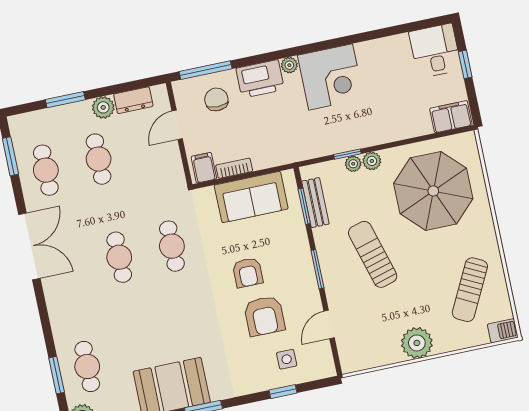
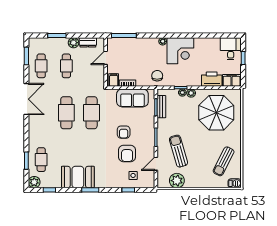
printer: (260, 79) -> (212, 79), moved, turned 180
chair: (216, 99) -> (157, 76), moved
cafe table: (172, 246) -> (92, 113), width x1.37, depth x1.35
sun lounger: (373, 254) -> (178, 151), moved
cafe table: (119, 257) -> (66, 113), width x1.37, depth x1.35
plant: (417, 343) -> (177, 181), moved

